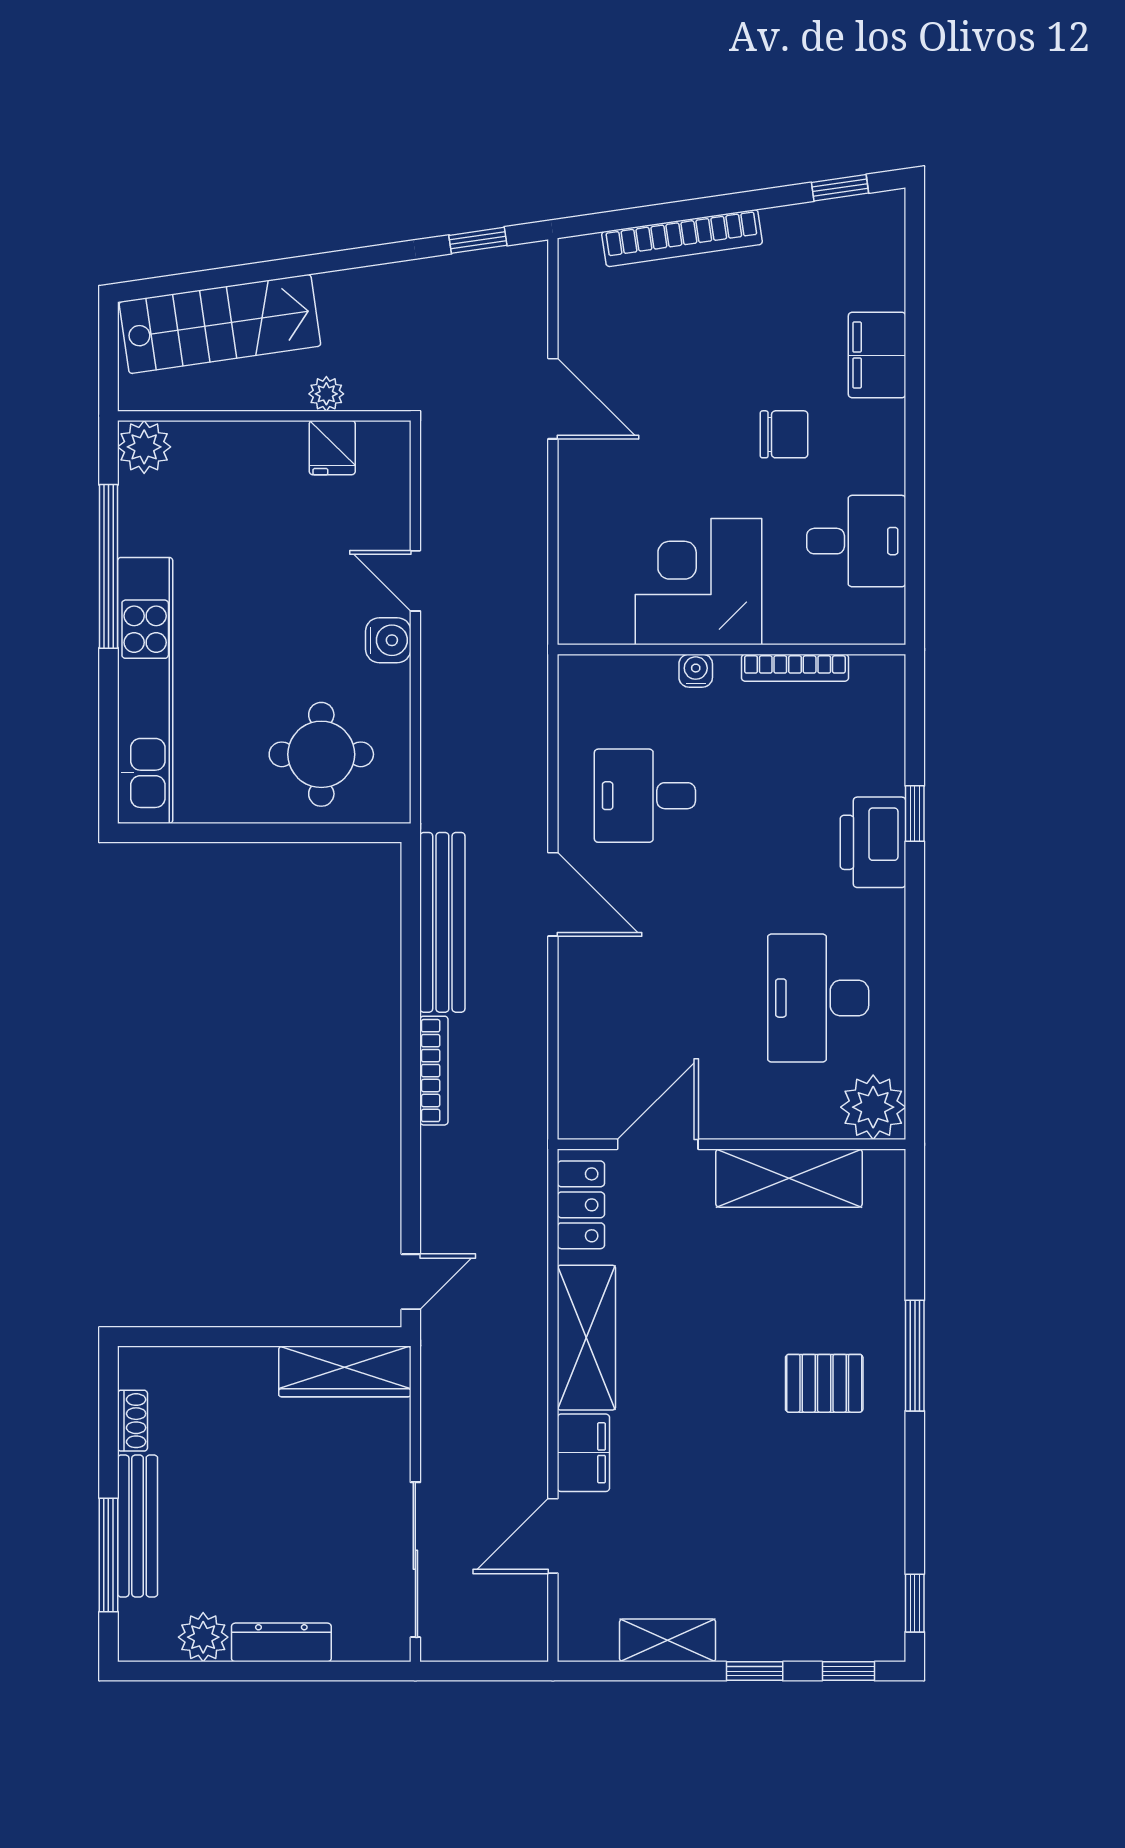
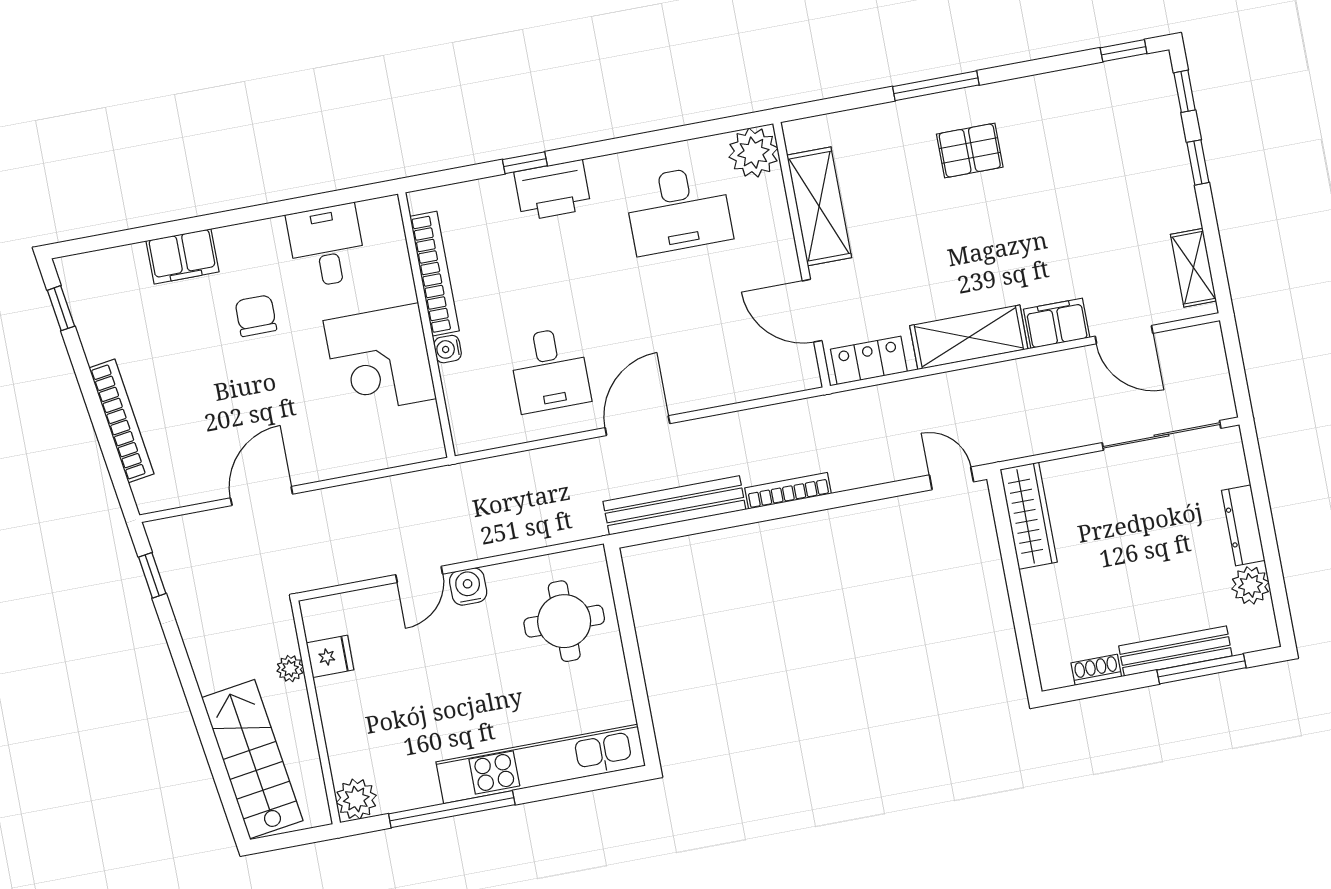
bookcase: (795, 668) -> (435, 274), width x1.48, depth x1.31
pallet: (824, 1383) -> (970, 151), turned 90
shelving: (668, 1640) -> (1193, 268), moved

